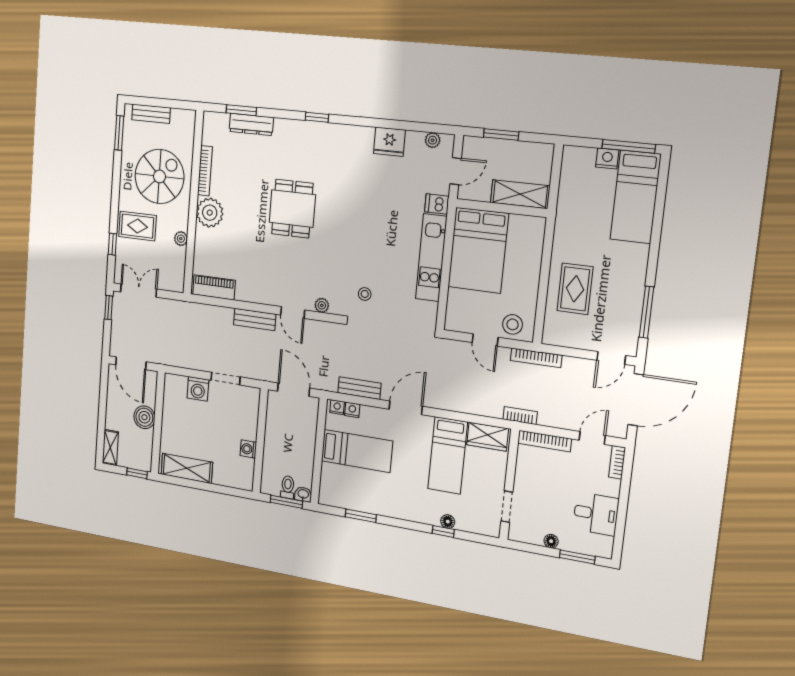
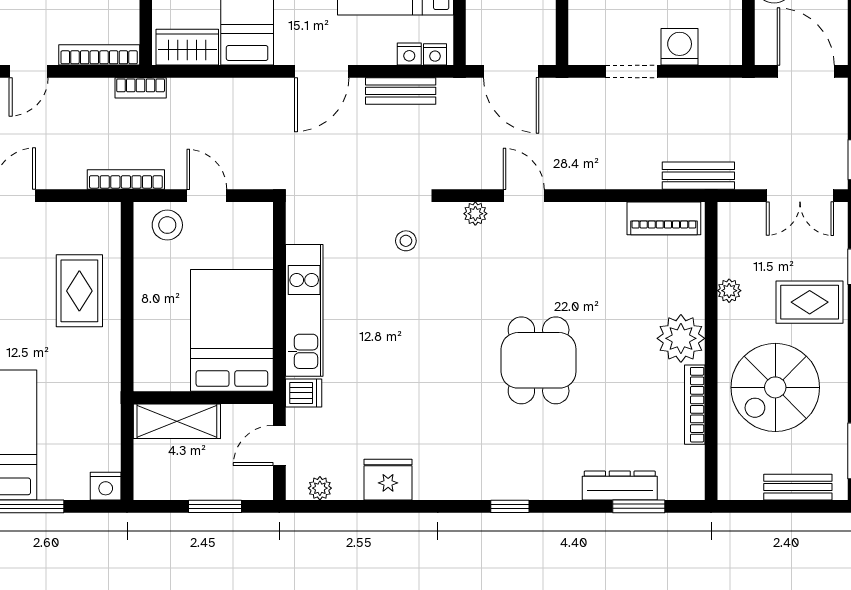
nightstand: (607, 158) -> (106, 486), moved
bench: (255, 319) -> (698, 176), moved

